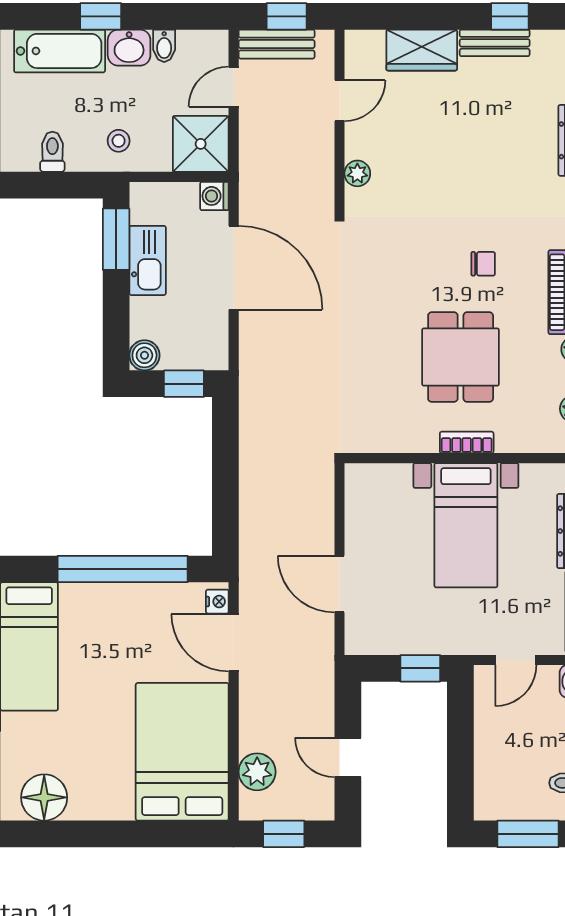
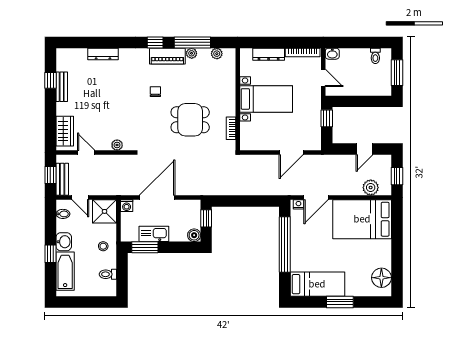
bidet: (164, 46) -> (63, 214), moved
wardrobe: (422, 50) -> (65, 131), moved
dining table: (461, 357) -> (190, 120), moved
bookcase: (467, 442) -> (231, 128), moved

